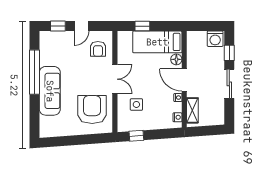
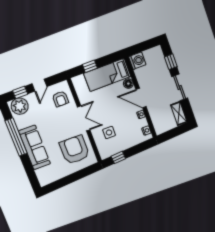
washing machine: (215, 39) -> (137, 61), moved, turned -90
plant: (52, 40) -> (20, 106), added
shelving: (192, 110) -> (179, 114), moved

